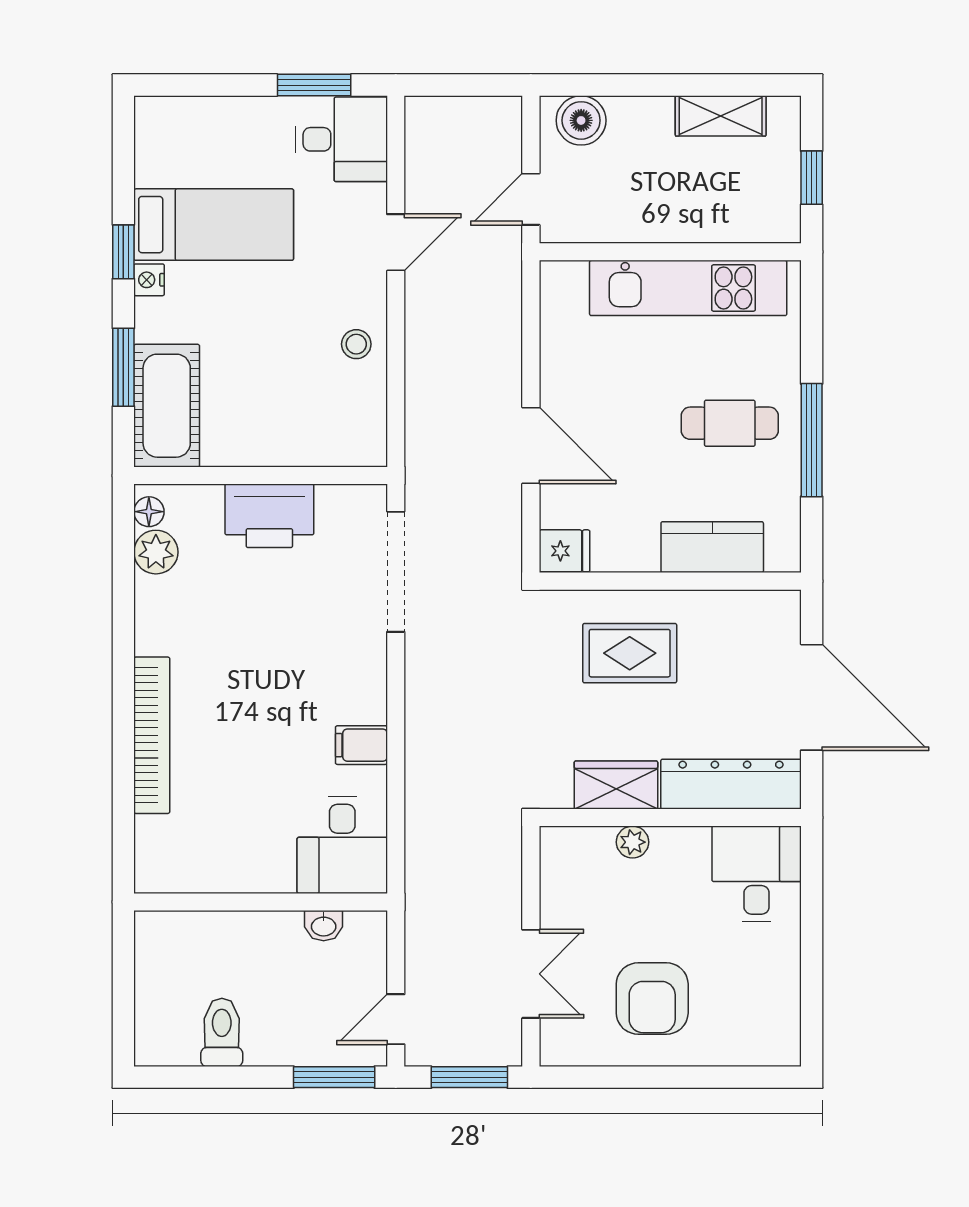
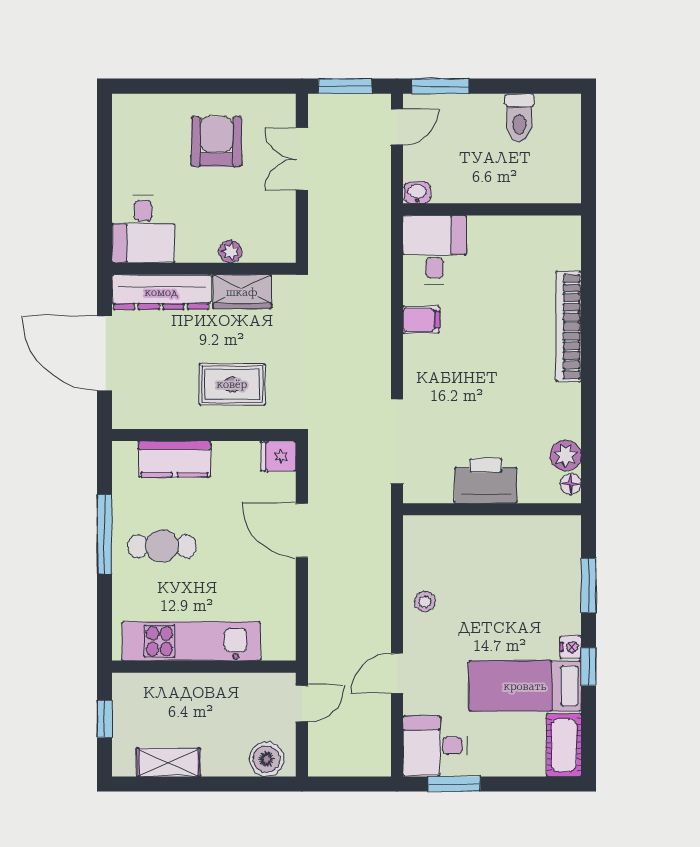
cot: (167, 406) -> (564, 745), moved, width x0.73, depth x0.75
washbasin: (324, 926) -> (417, 193), moved

